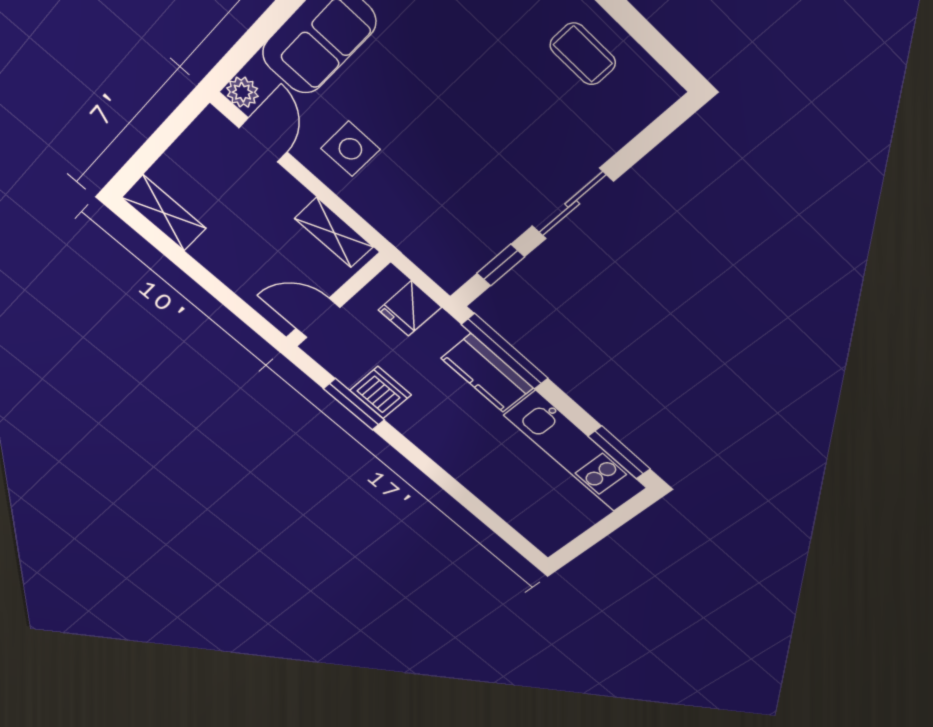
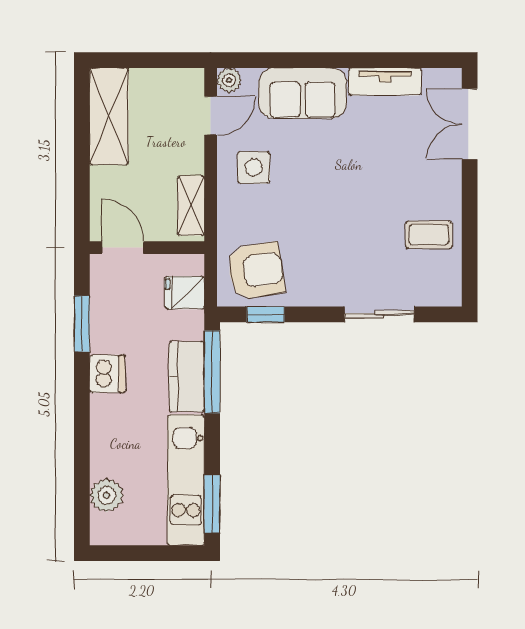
coffee table: (583, 54) -> (429, 235), turned 90
sliding door: (572, 204) -> (379, 314), moved
shelving: (164, 213) -> (109, 116), width x1.50, depth x1.33
armchair: (451, 236) -> (256, 271), added
dishwasher: (380, 393) -> (107, 374), moved
plant: (521, 513) -> (107, 495), added

